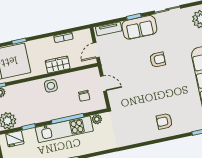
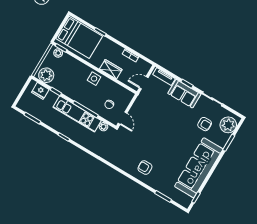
armchair: (158, 60) -> (205, 124), moved
door: (103, 83) -> (123, 118), moved

